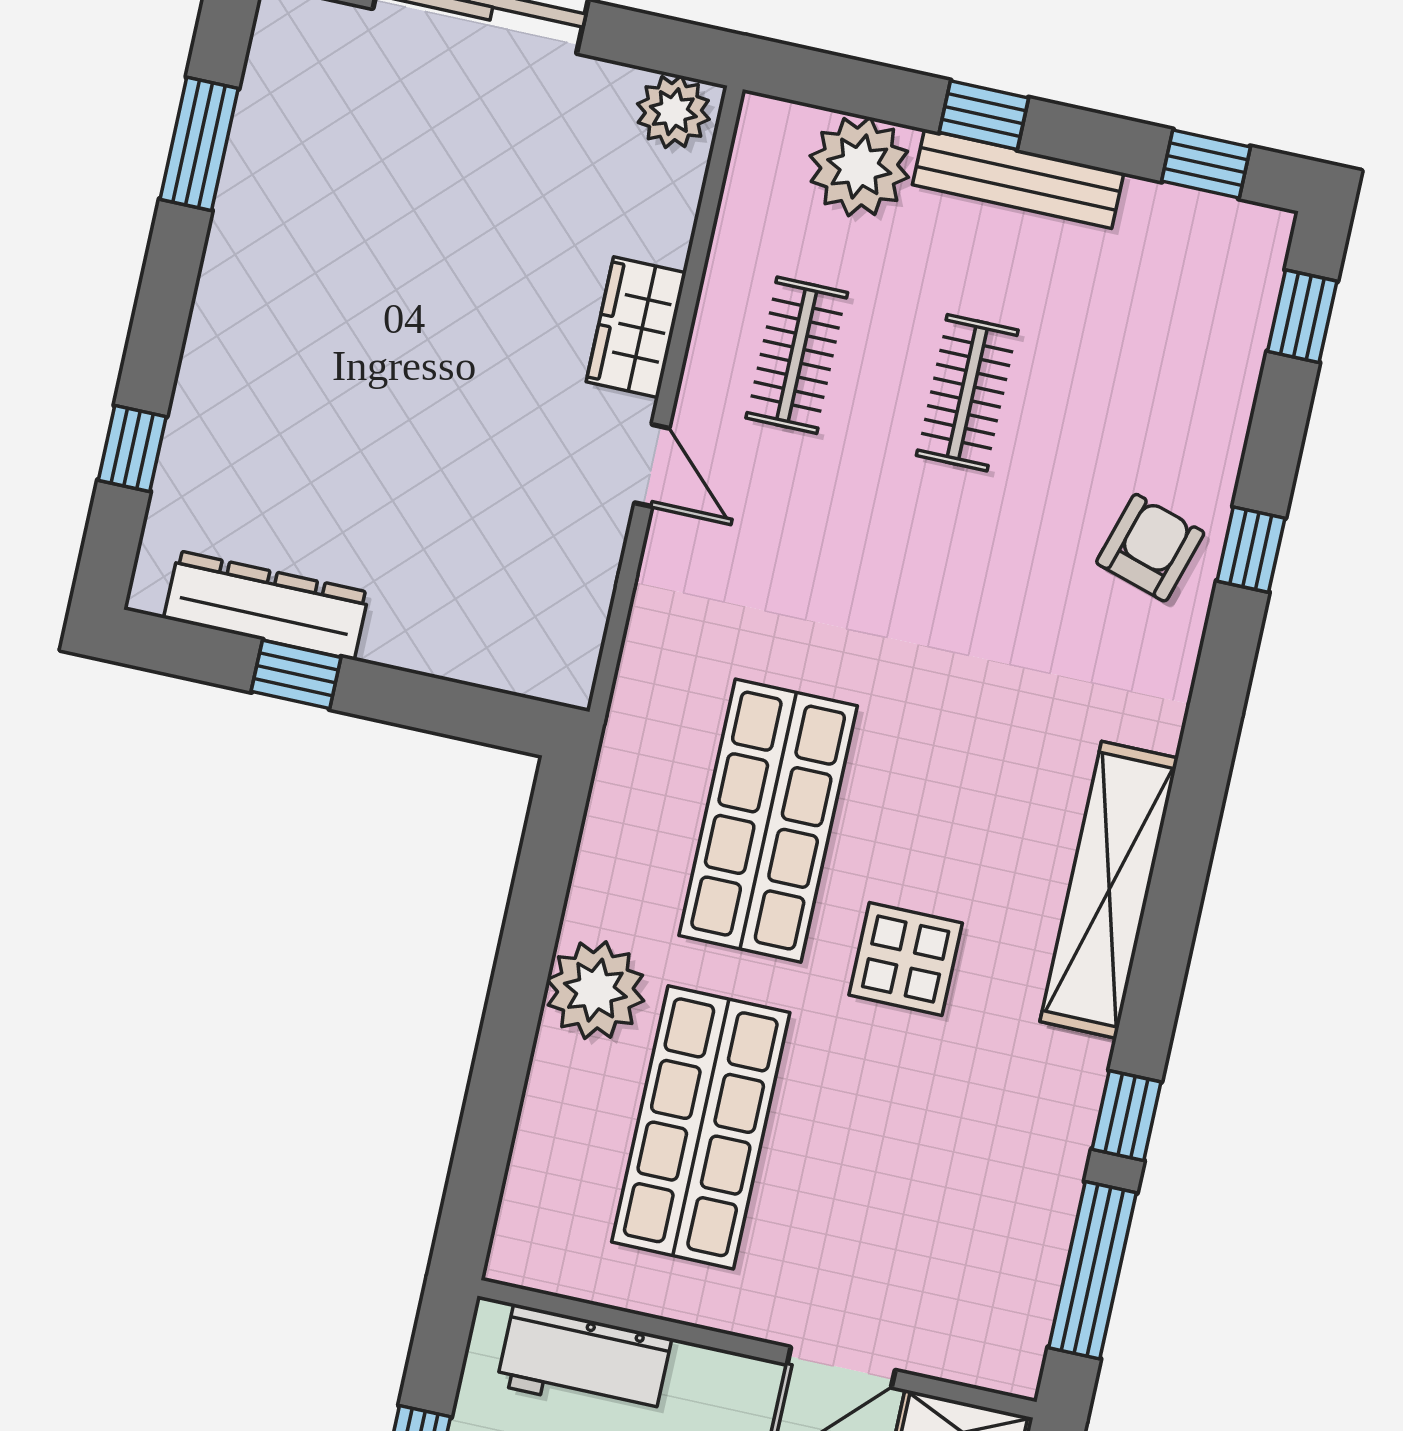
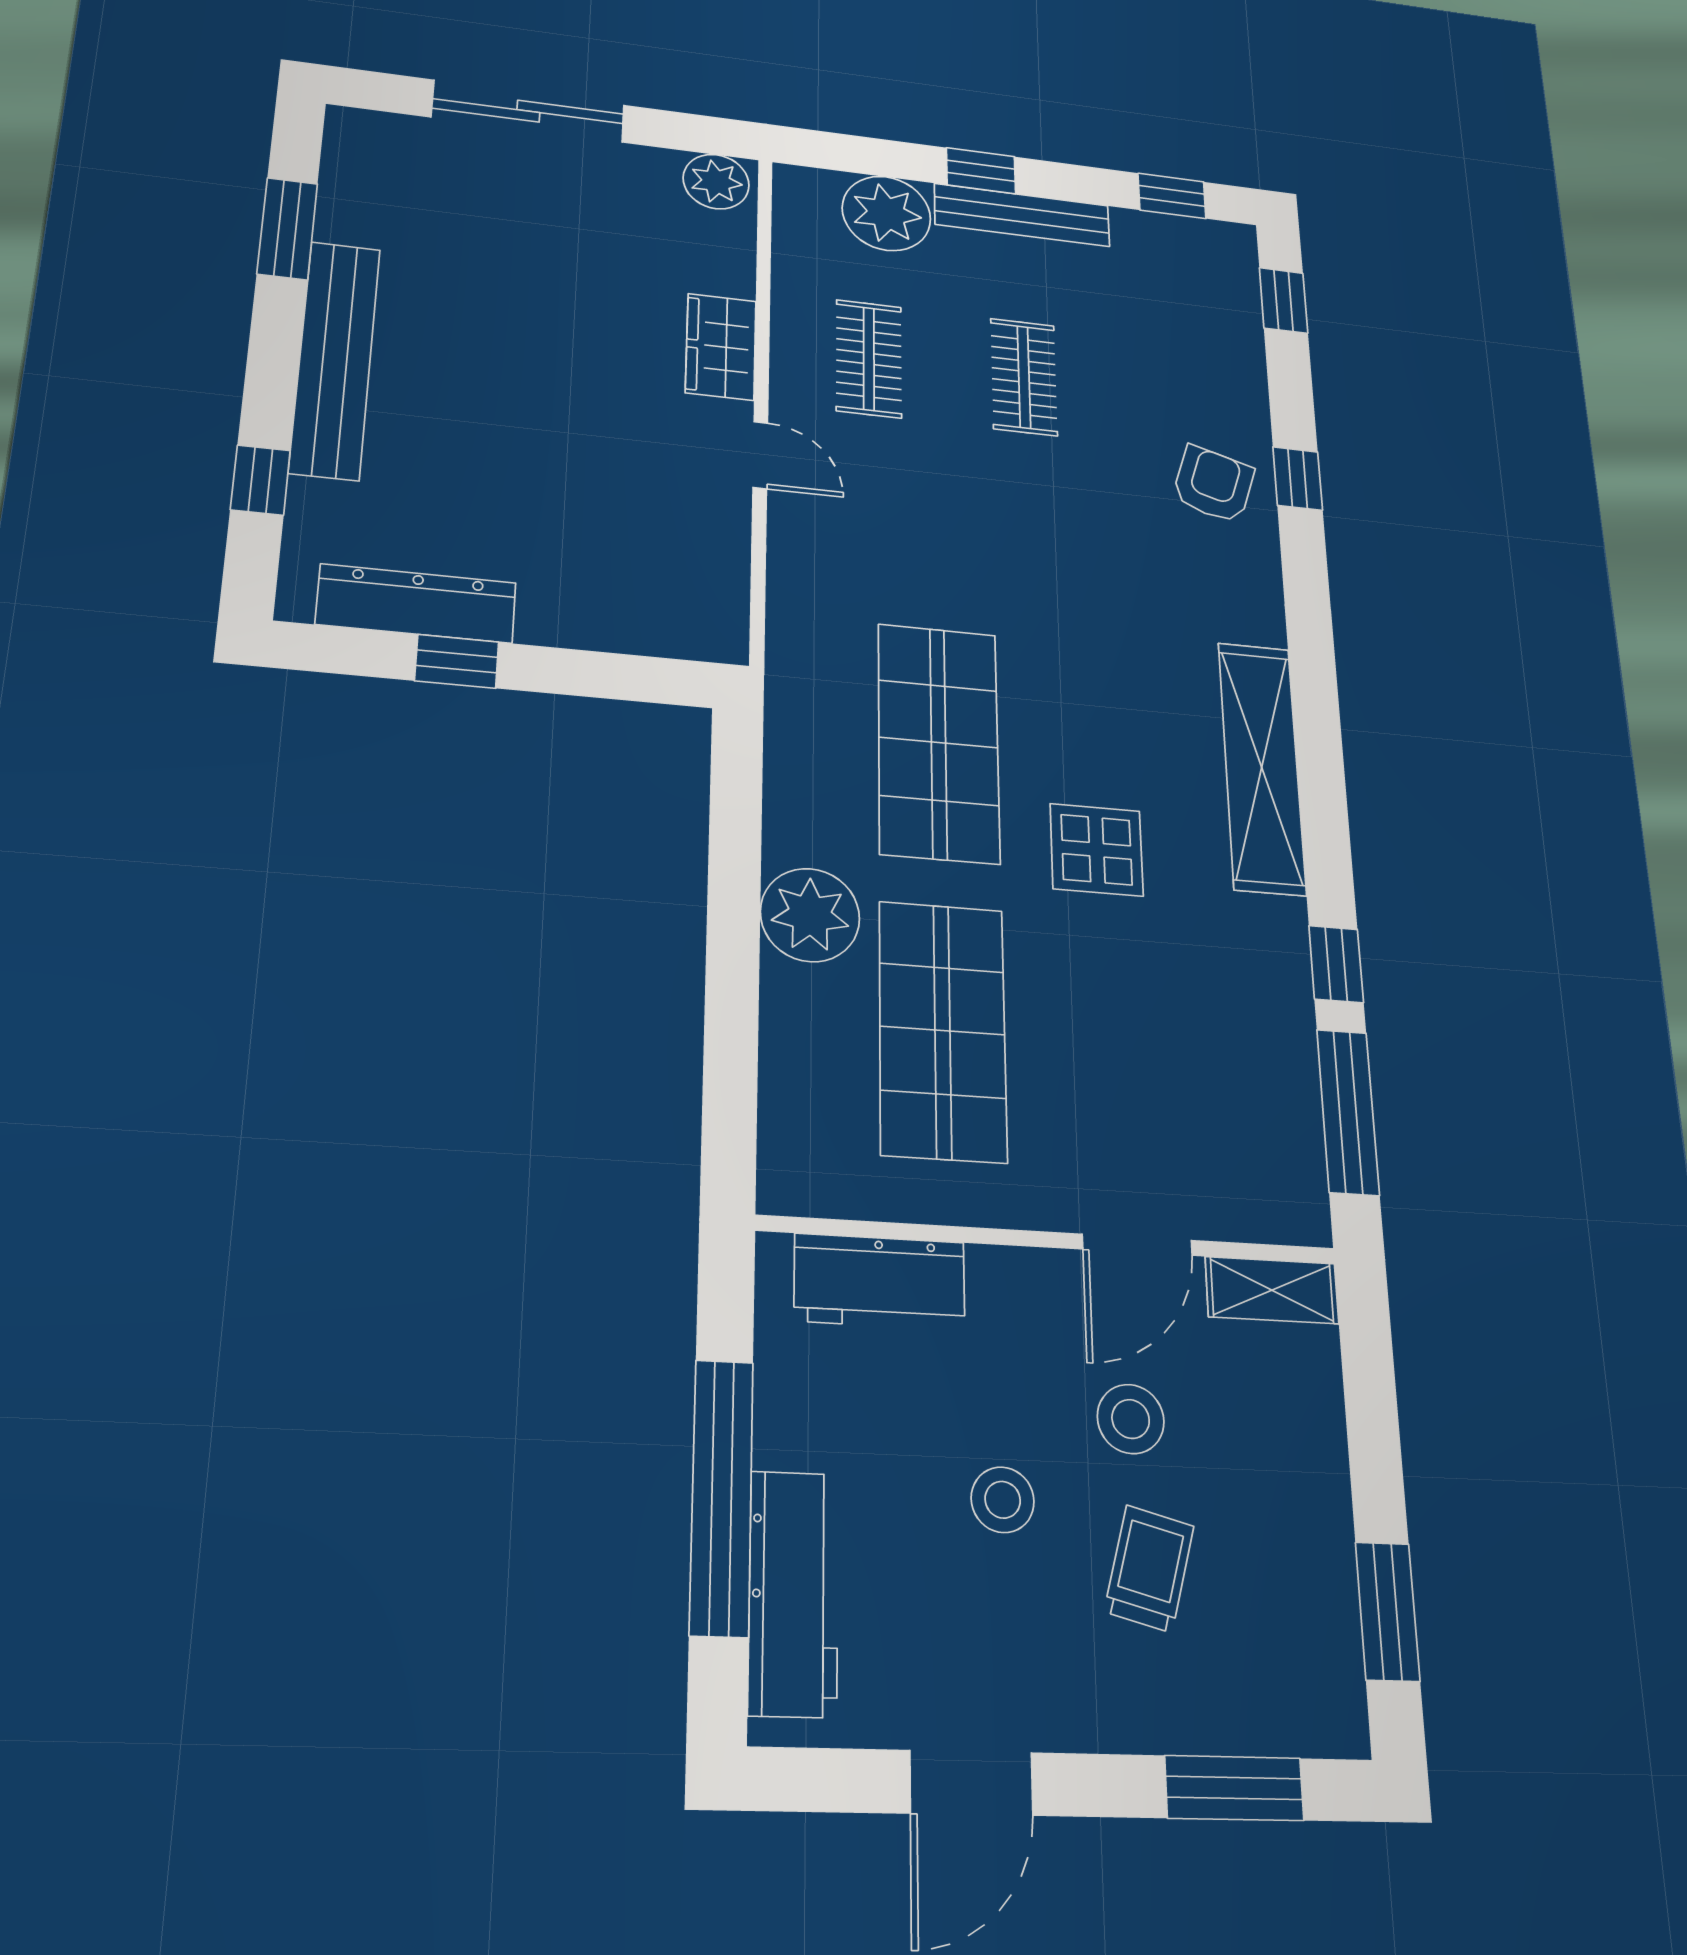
bench: (226, 311) -> (335, 359), added

